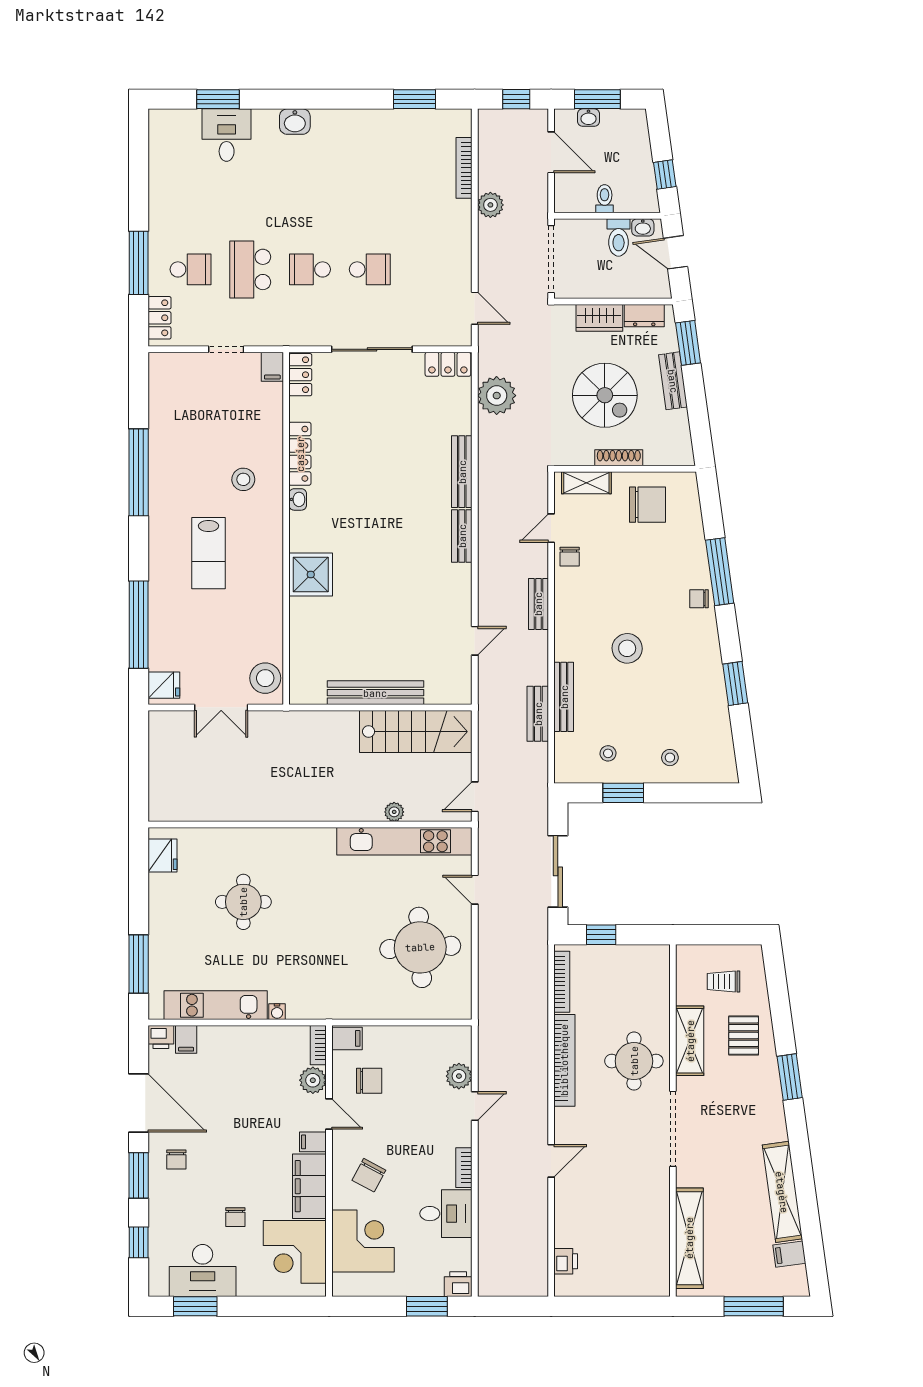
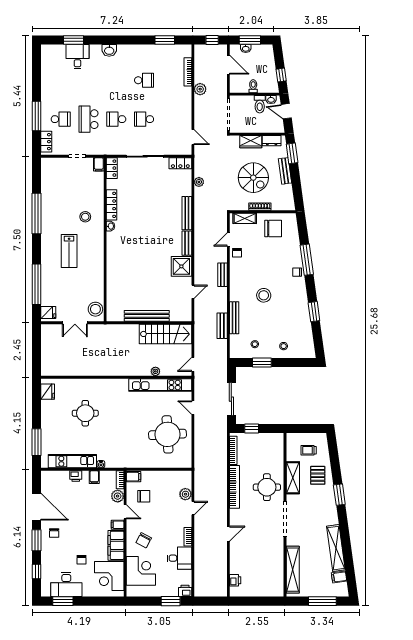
school desk: (370, 186) -> (144, 80), added
school desk: (370, 269) -> (144, 119), turned 180
plant: (497, 396) -> (199, 182), width x0.53, depth x0.53
shower: (311, 574) -> (181, 266), moved
printer: (161, 1037) -> (76, 476), moved
filing cabinet: (186, 1039) -> (94, 477), moved

